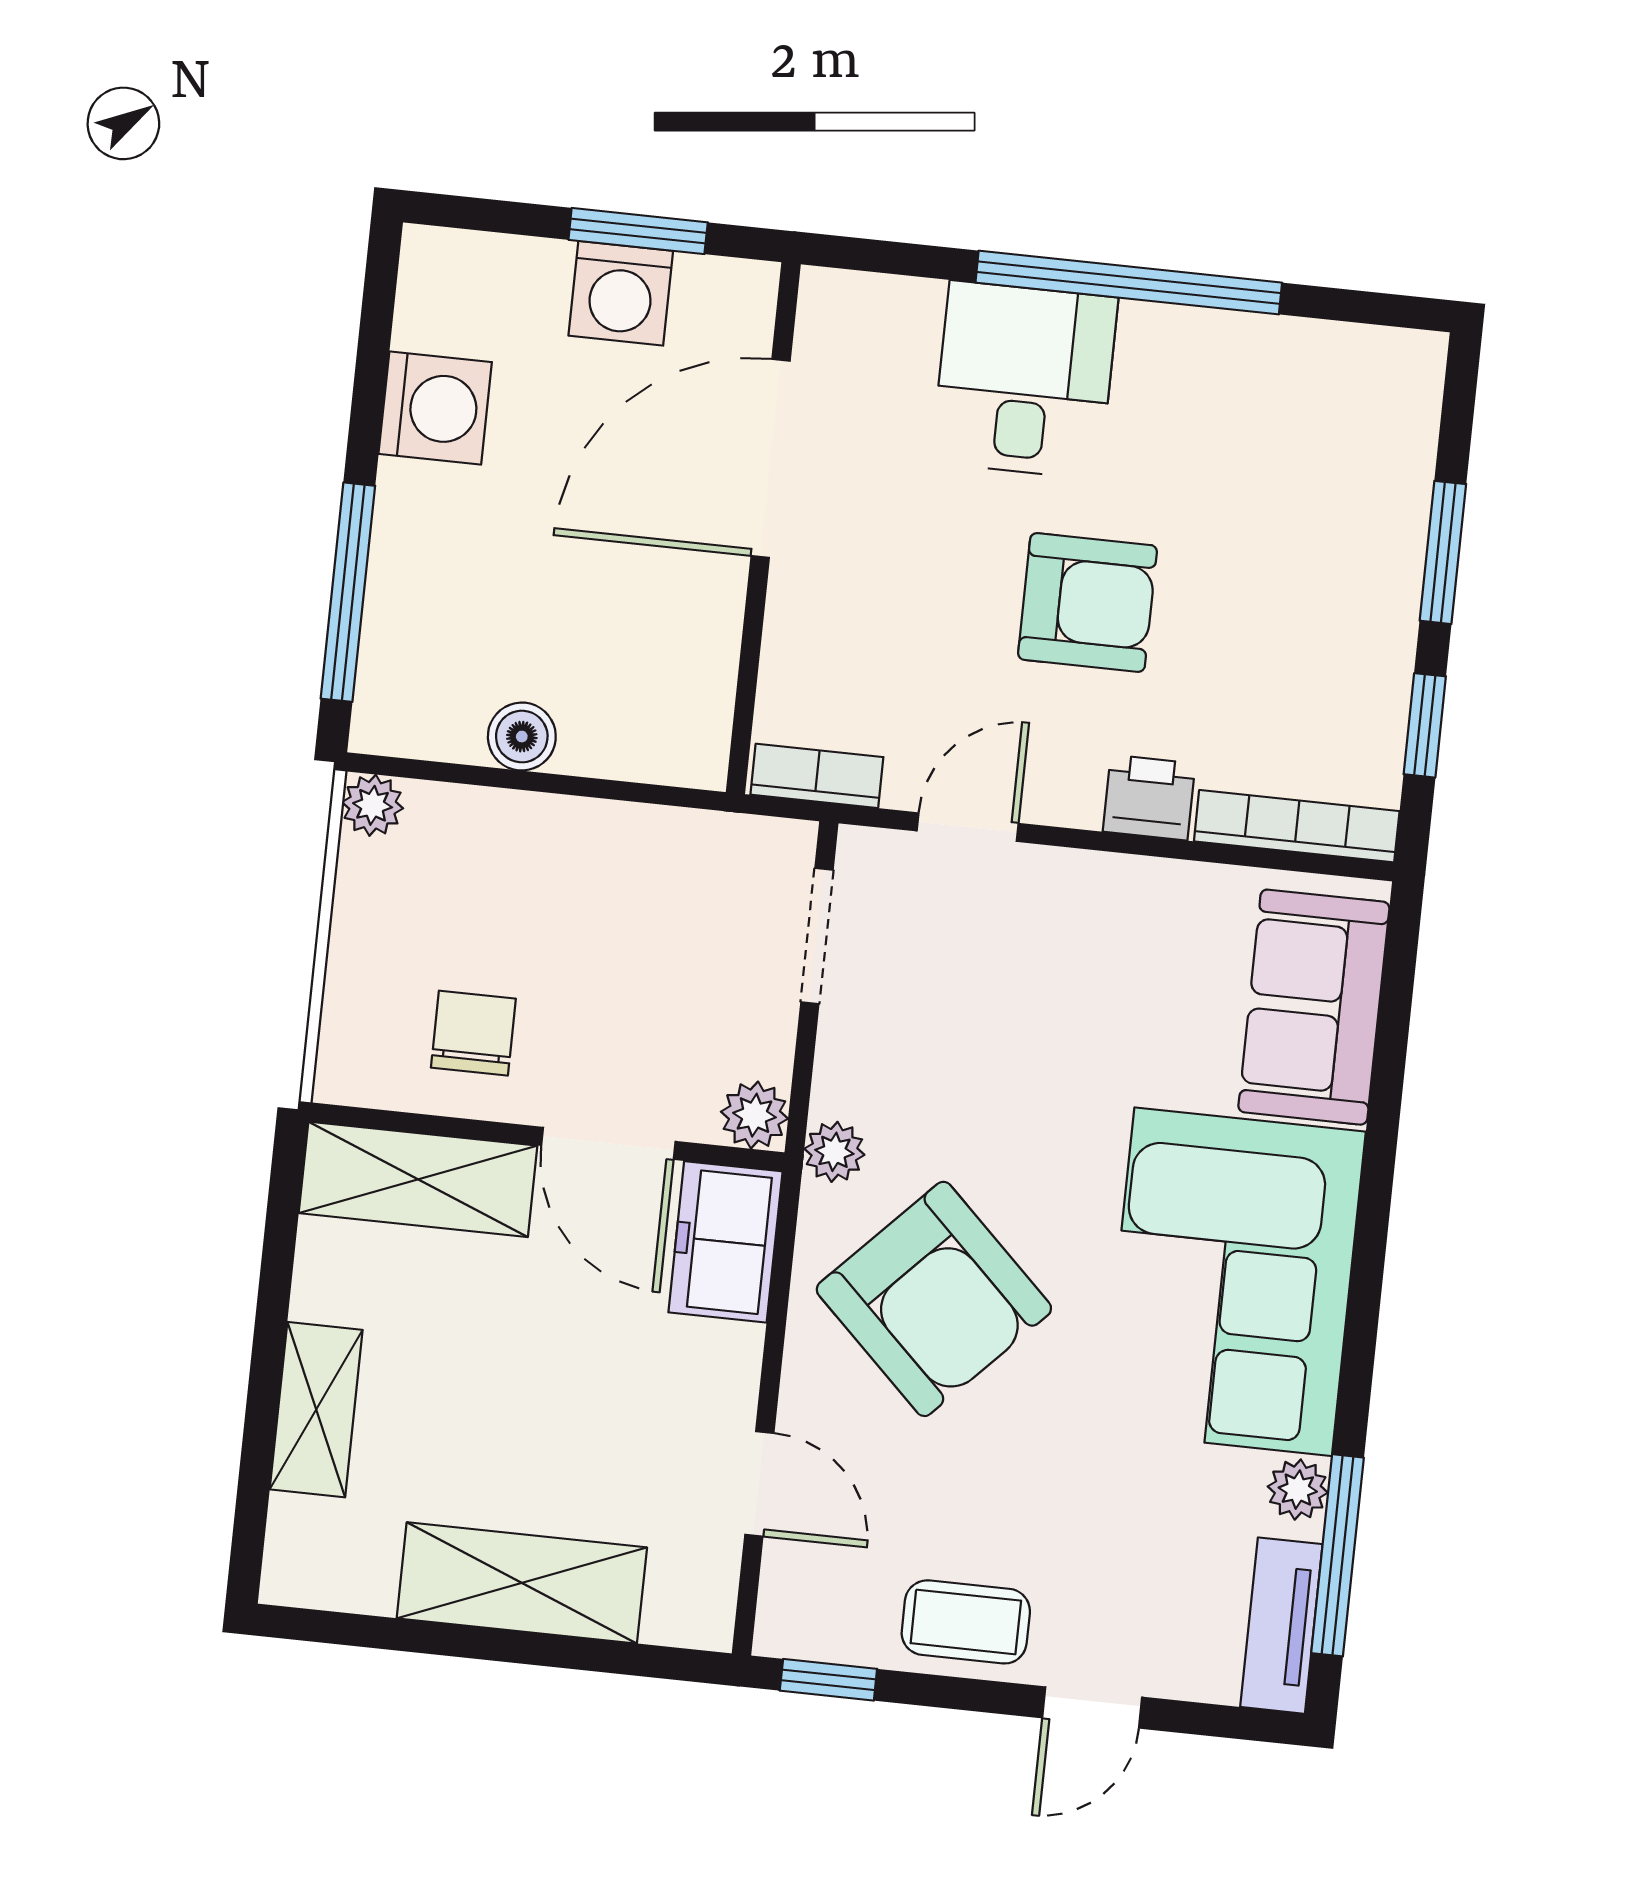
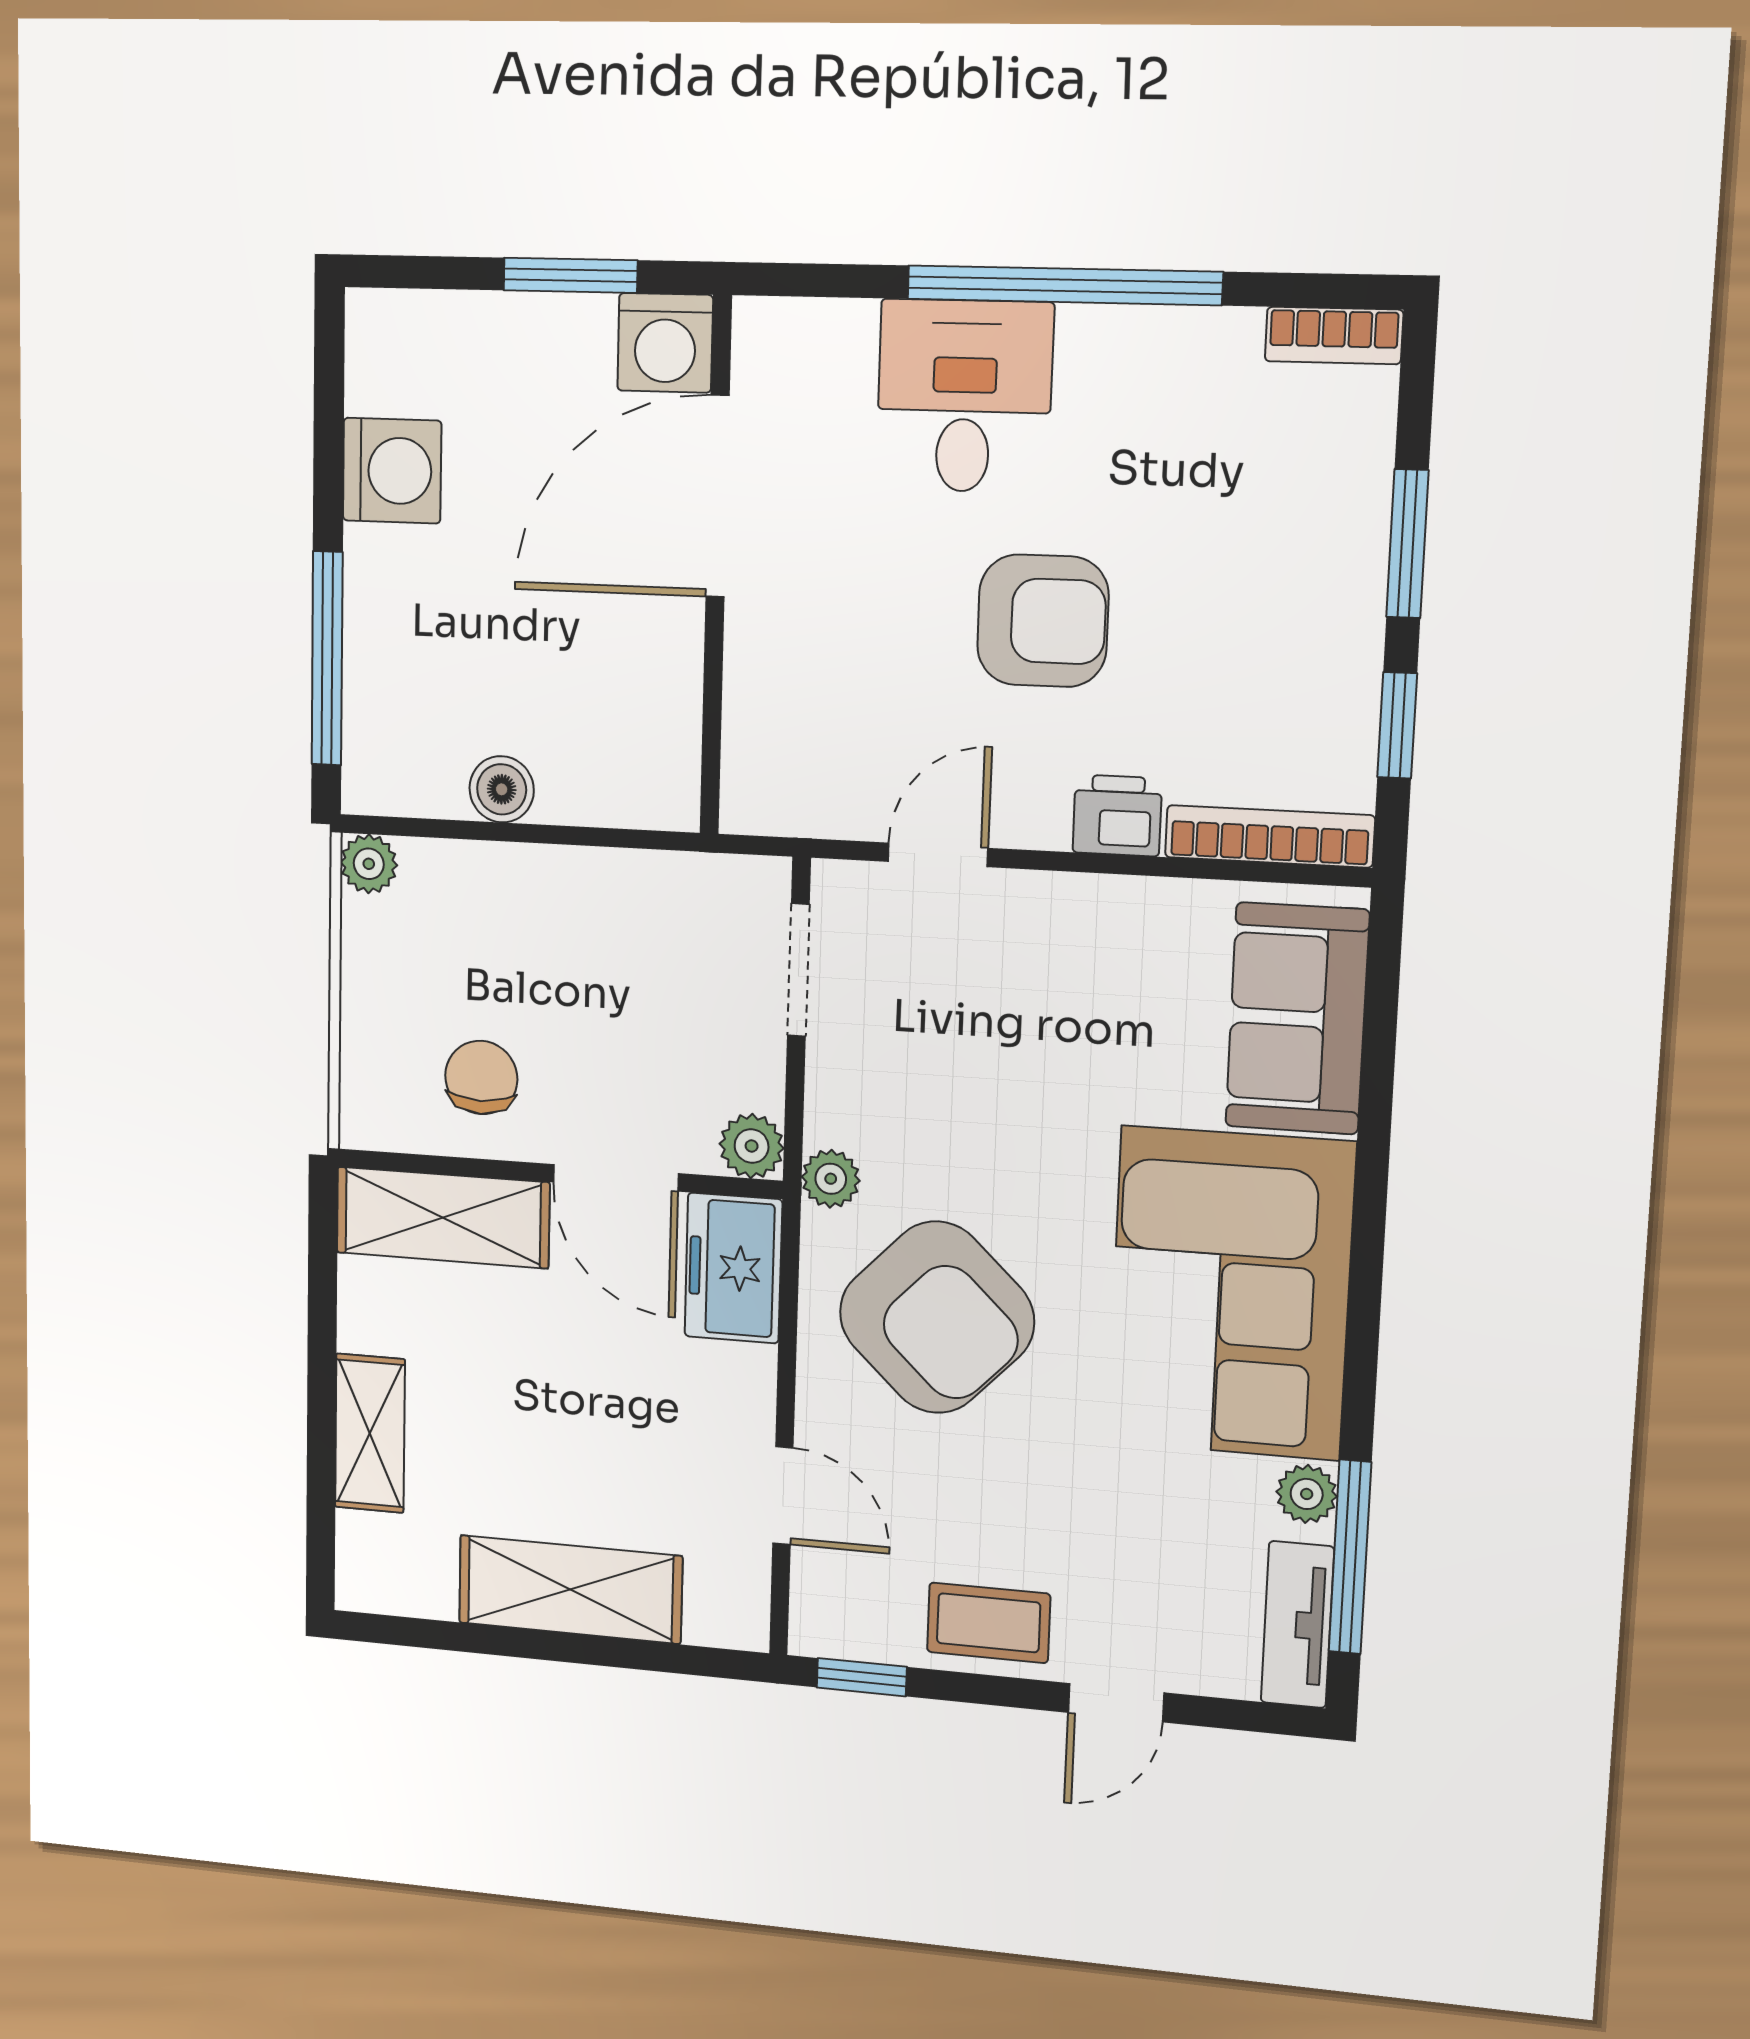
washing machine: (621, 293) -> (665, 343), moved
bookcase: (817, 776) -> (1334, 336), moved, turned 180

